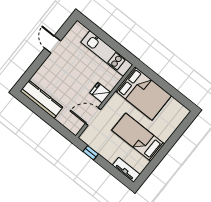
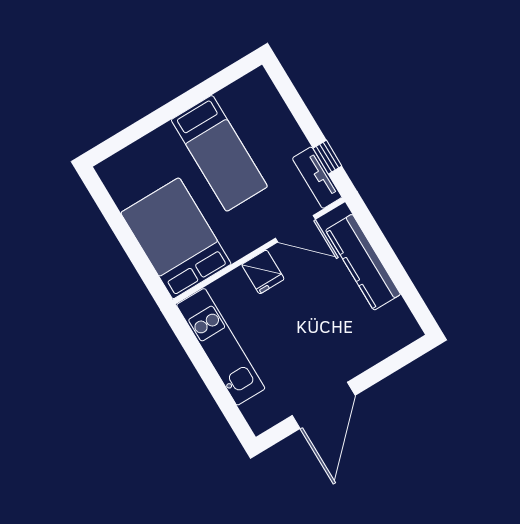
door: (53, 44) -> (324, 405), width x1.88
kitchen counter: (41, 99) -> (363, 262), moved
tv unit: (126, 170) -> (317, 178), moved

